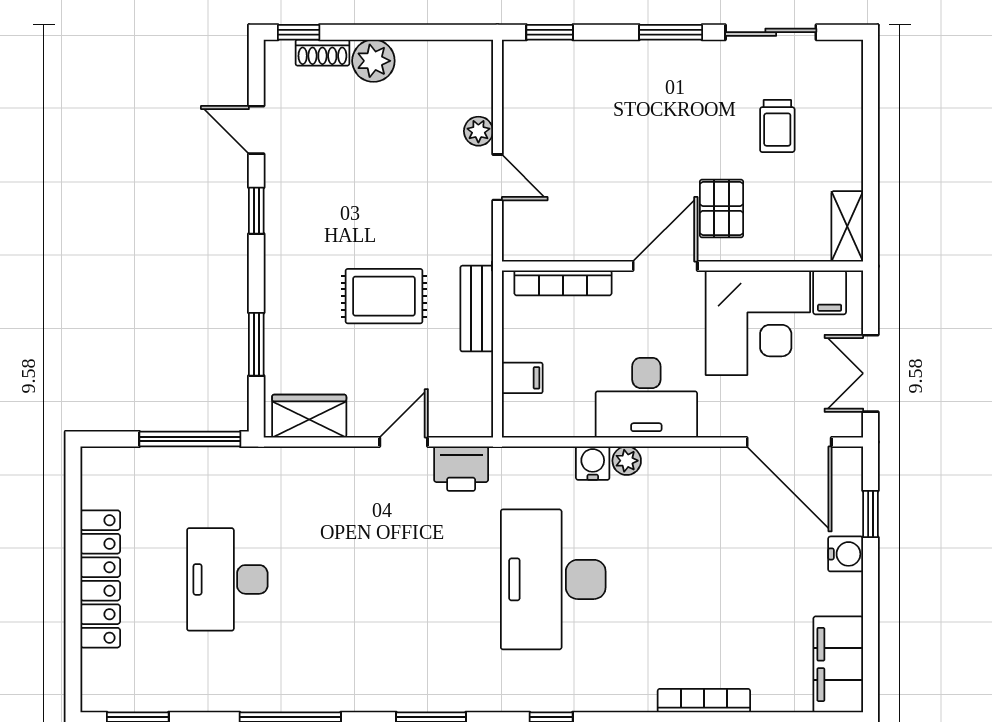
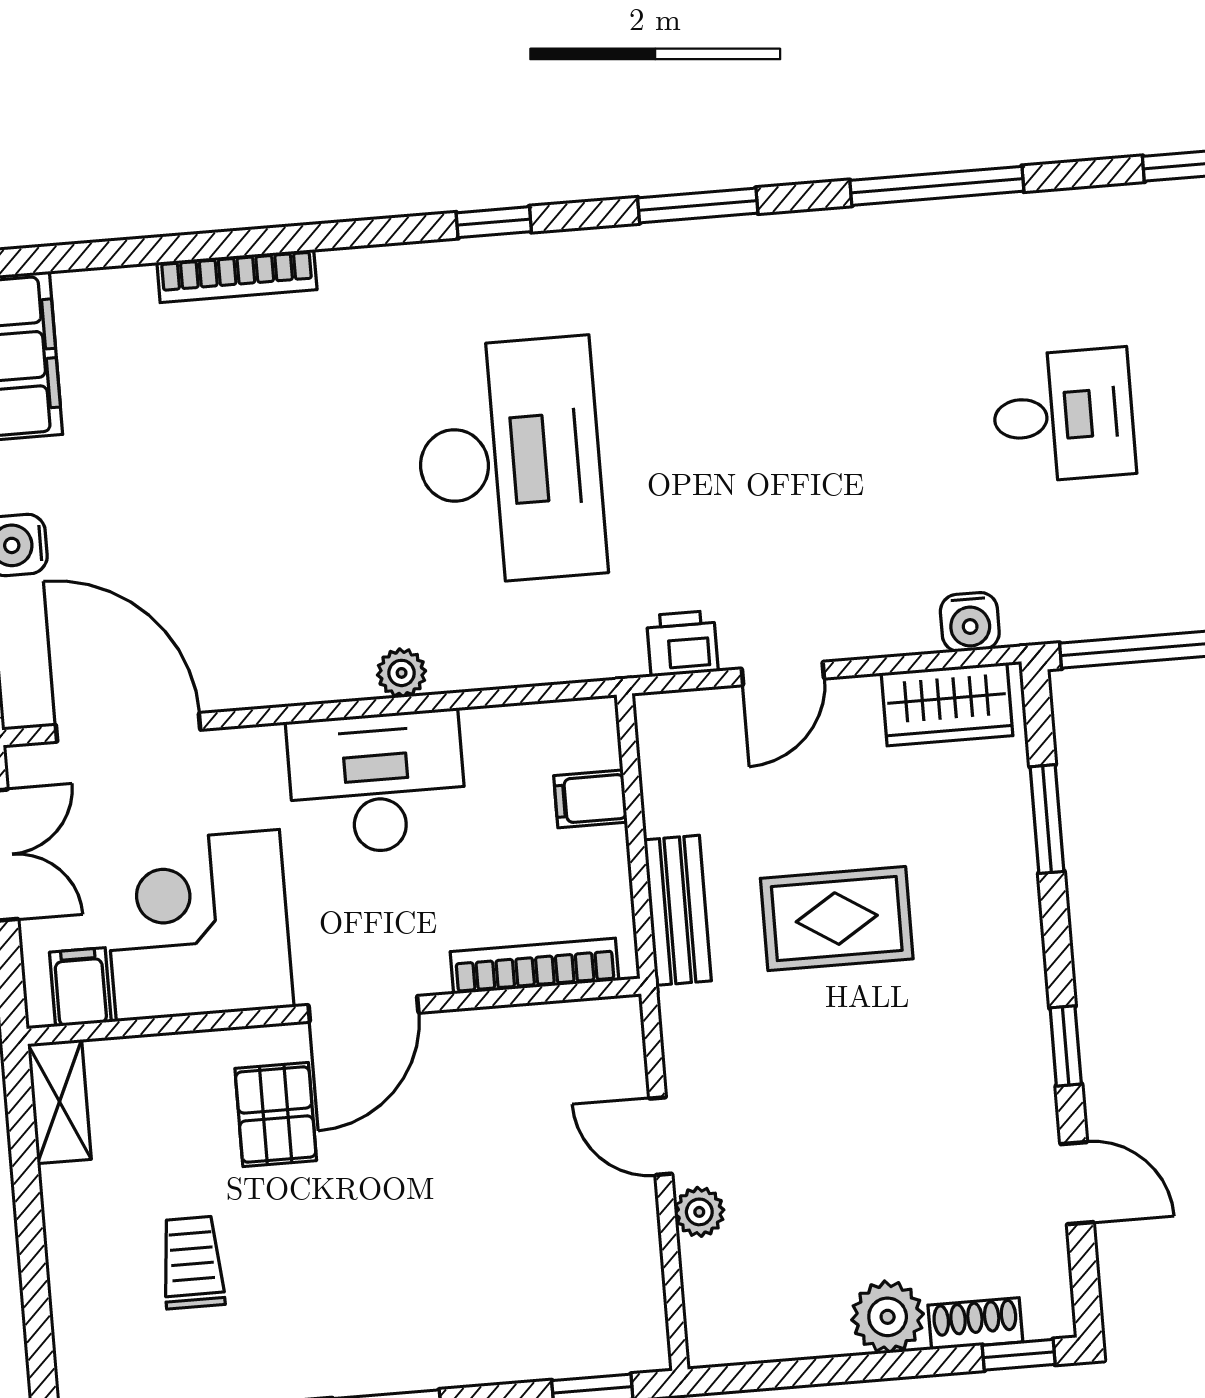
water cooler: (593, 463) -> (970, 622), moved
printer: (461, 469) -> (682, 644), width x0.73, depth x0.81
desk: (227, 579) -> (1063, 415), width x0.73

